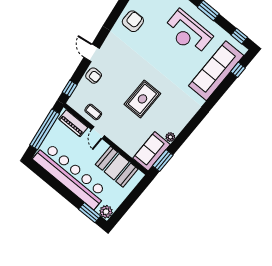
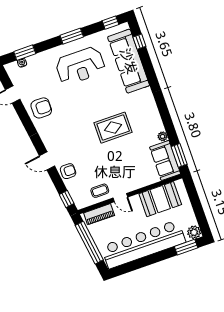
armchair: (133, 21) -> (41, 108), turned 90
rug: (142, 99) -> (113, 128), moved, turned 90

